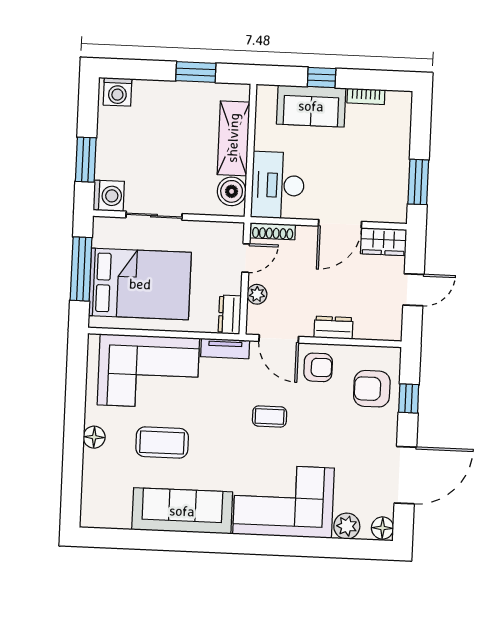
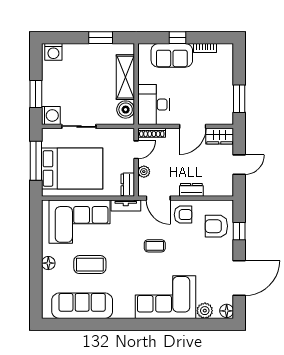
sofa: (182, 511) -> (82, 306), moved

